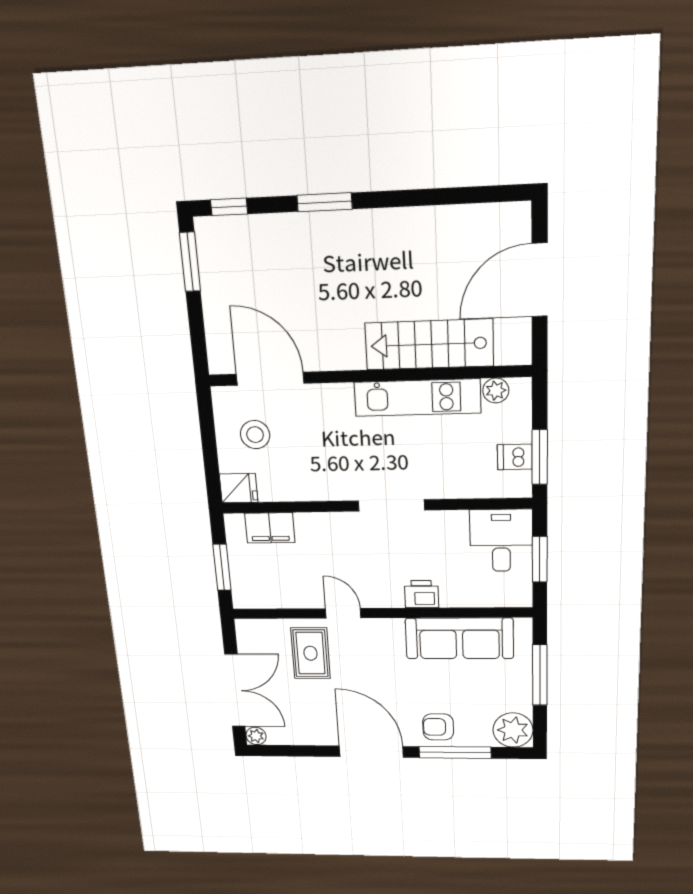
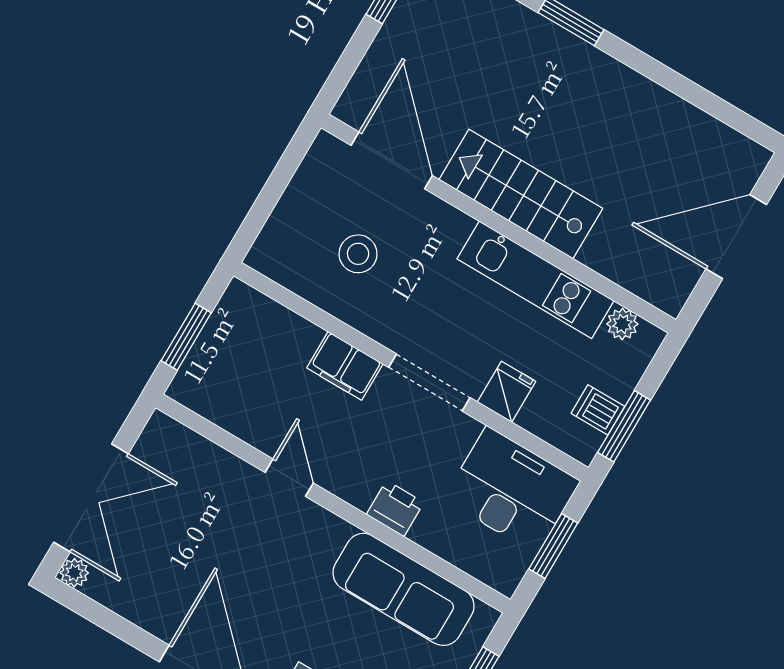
stairs: (429, 344) -> (521, 194), moved
stool: (255, 435) -> (358, 254), moved
fridge: (239, 488) -> (507, 392), moved, turned -90
filing cabinet: (270, 528) -> (345, 366), moved
desk: (501, 541) -> (512, 490), width x1.37
rug: (310, 653) -> (216, 505), removed

